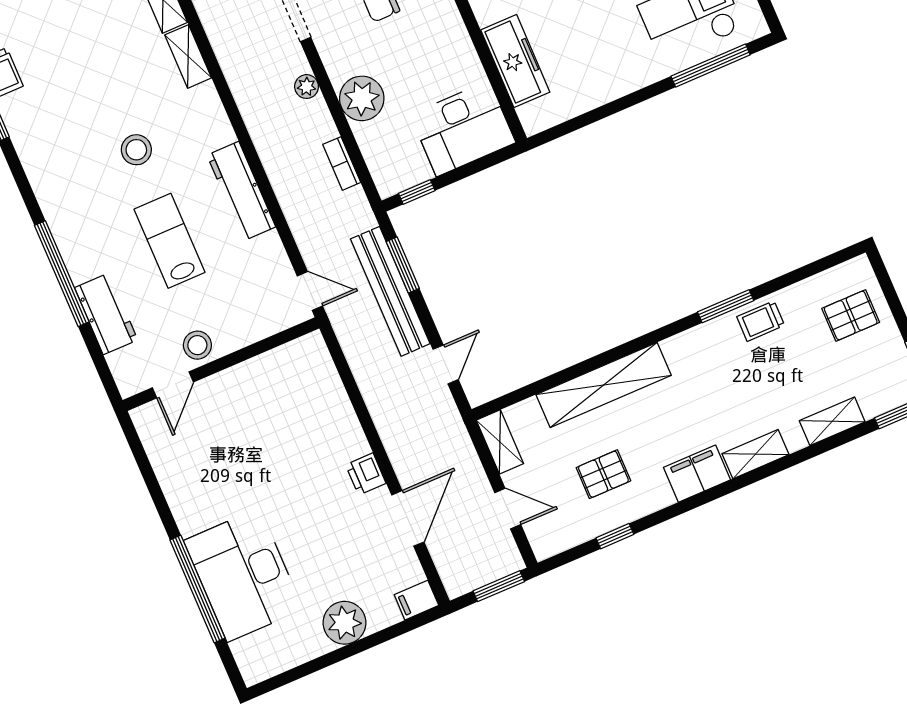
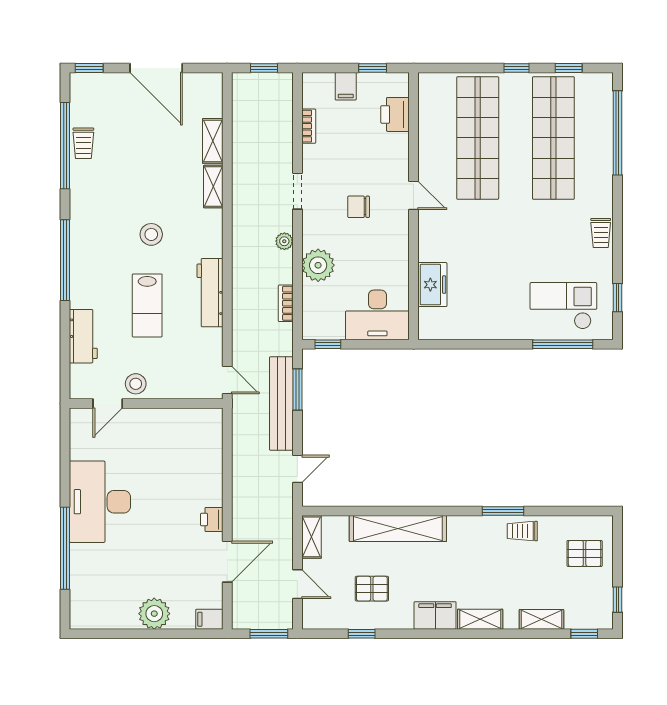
freezer: (515, 61) -> (432, 285), width x0.71
lab bench: (170, 241) -> (147, 305), turned 180
window: (62, 274) -> (65, 260), moved
desk: (243, 575) -> (100, 502), moved

